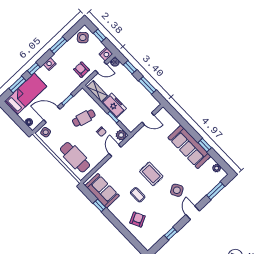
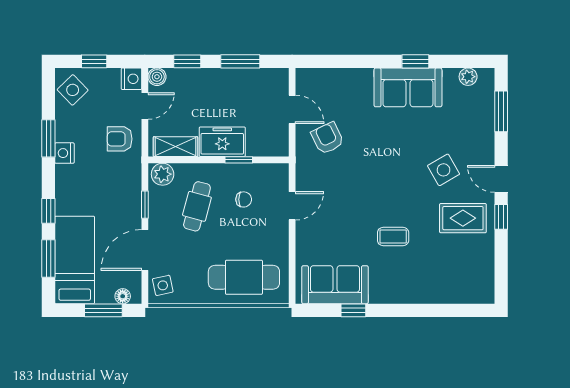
nightstand: (50, 64) -> (64, 153), moved
door: (148, 119) -> (292, 109), hinge flipped
window: (18, 120) -> (103, 310), added
plant: (121, 135) -> (163, 174), moved
sofa: (189, 147) -> (408, 87), width x0.73
door: (115, 150) -> (292, 206), swing flipped
rug: (151, 174) -> (463, 218), moved
armchair: (138, 219) -> (328, 138), moved
window: (171, 234) -> (501, 217), moved

